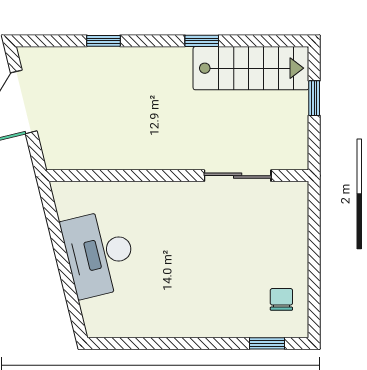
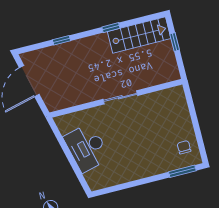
sliding door: (238, 176) -> (120, 97), moved
window: (267, 343) -> (182, 171), width x1.50

